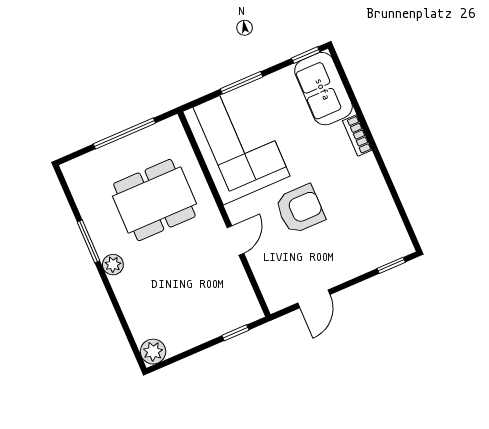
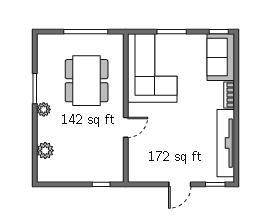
dining table: (154, 200) -> (87, 81), turned 90
tv unit: (381, 203) -> (226, 143), added
armchair: (300, 209) -> (174, 125), removed
door: (314, 299) -> (180, 184), moved
plant: (153, 352) -> (45, 151), moved

